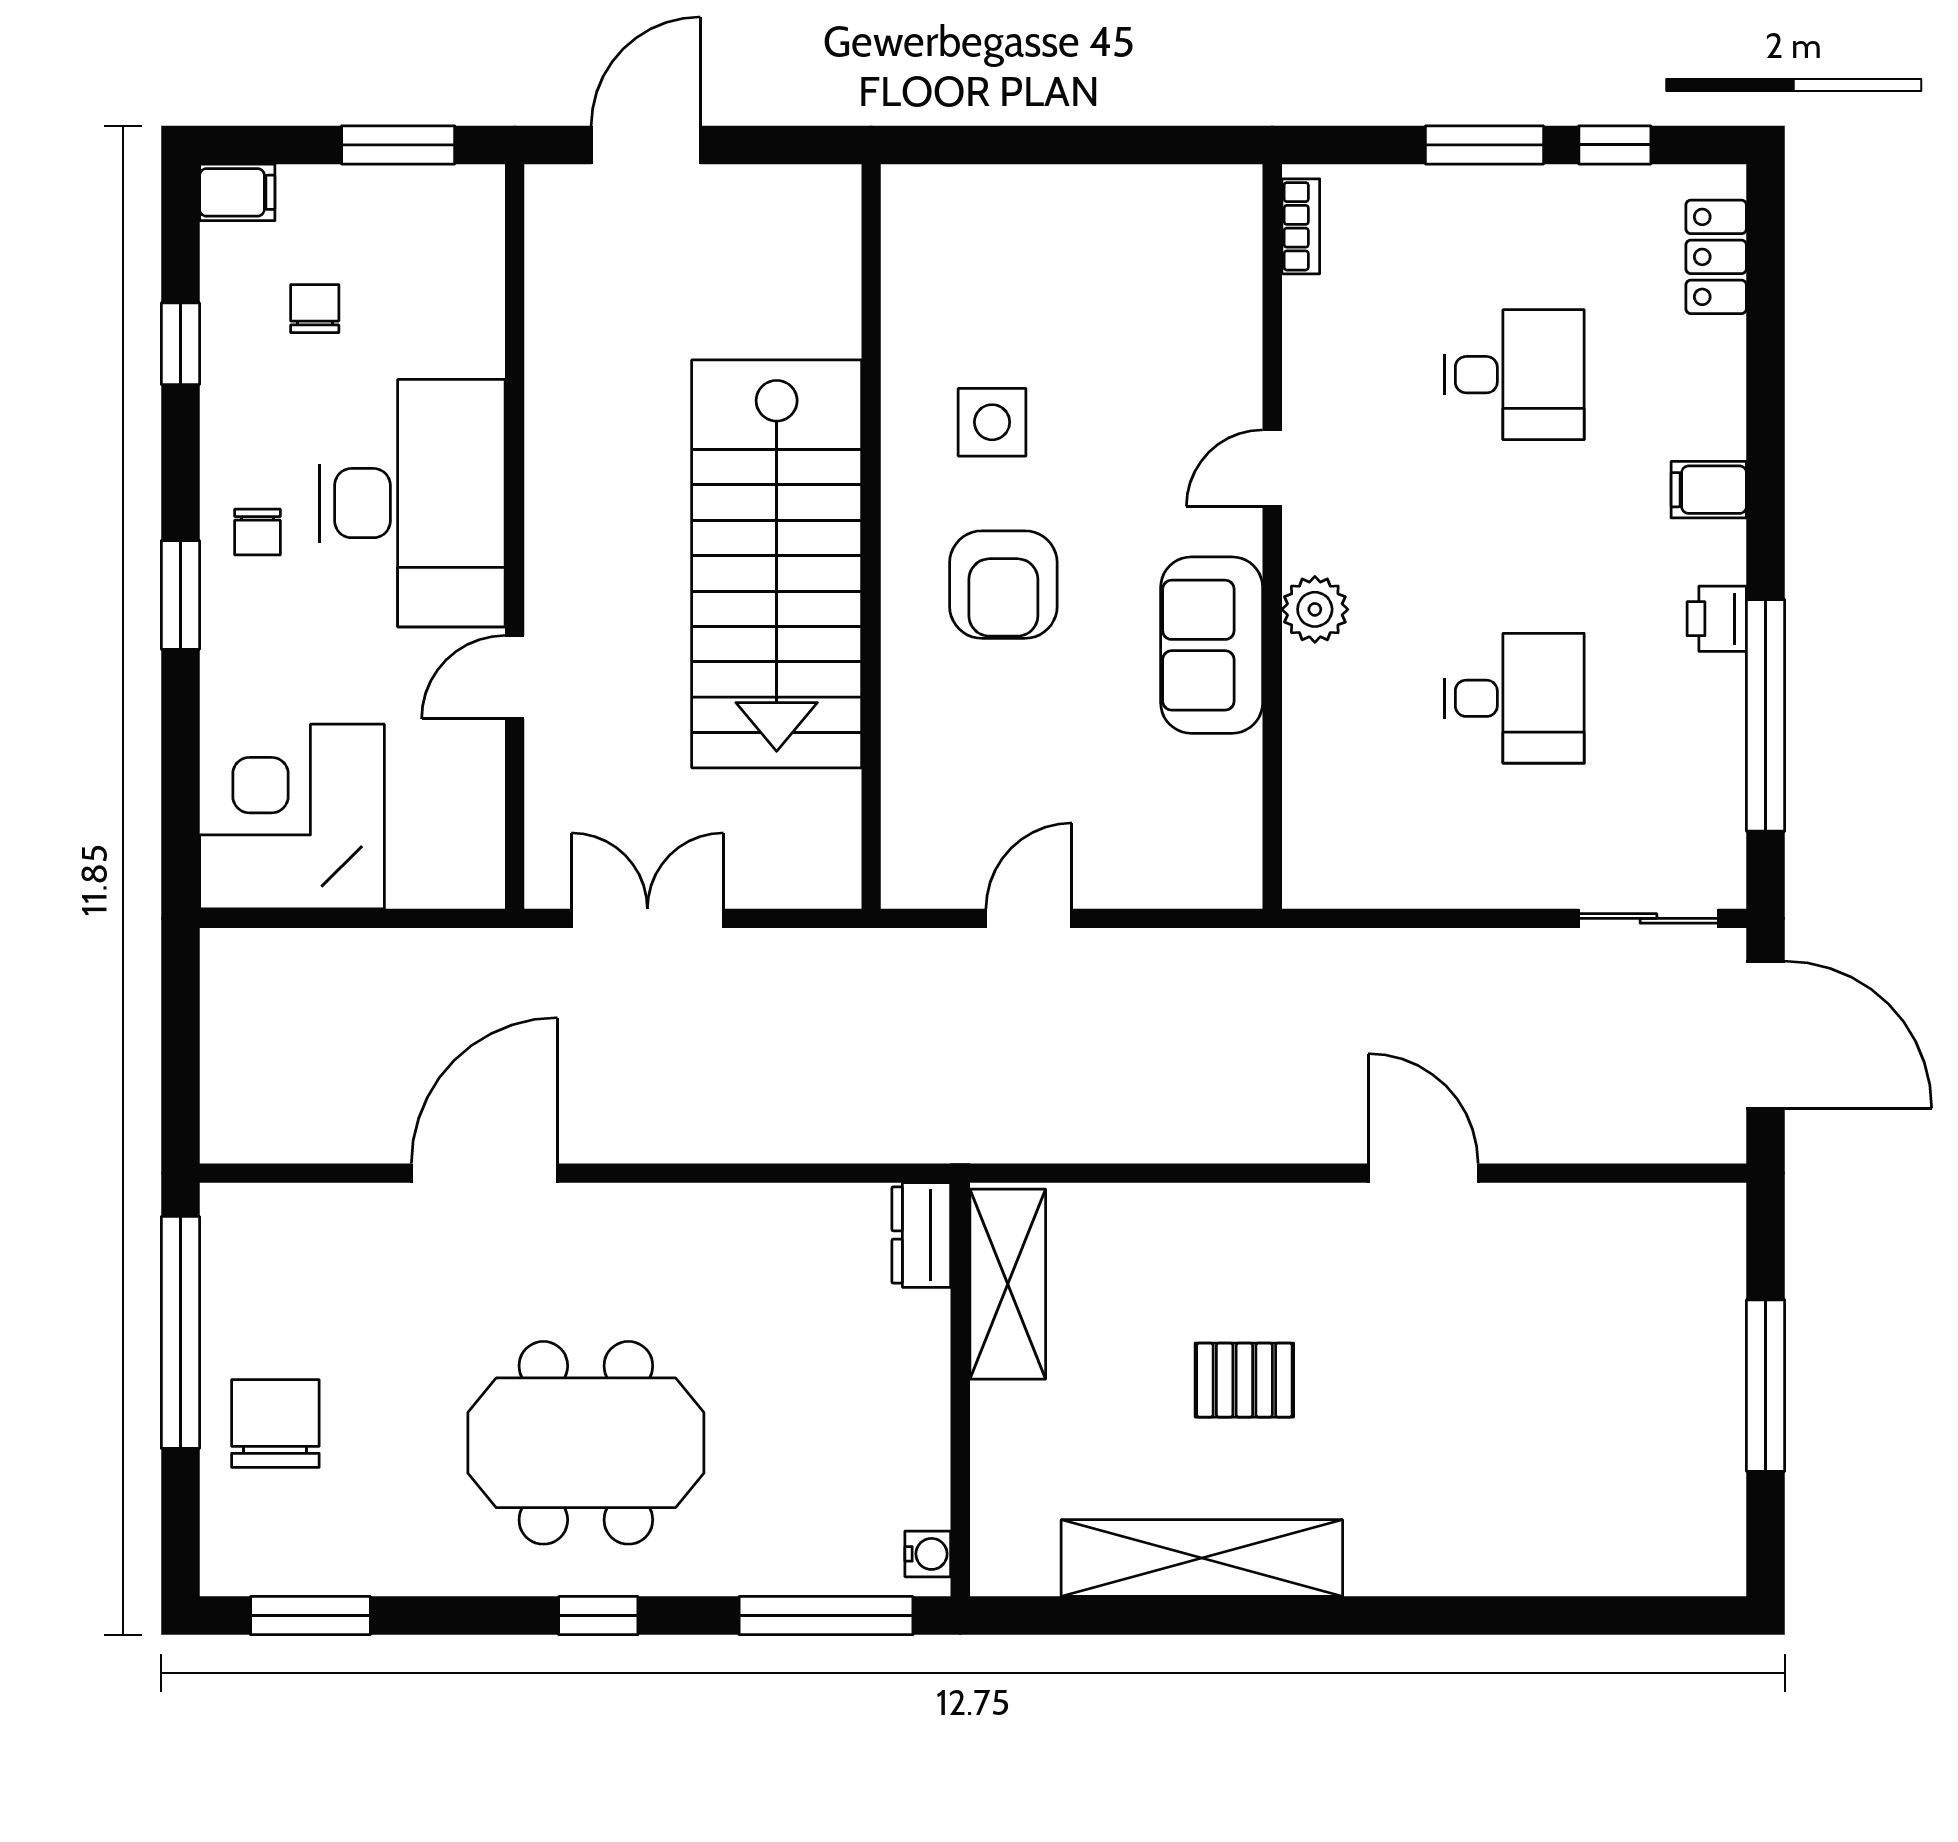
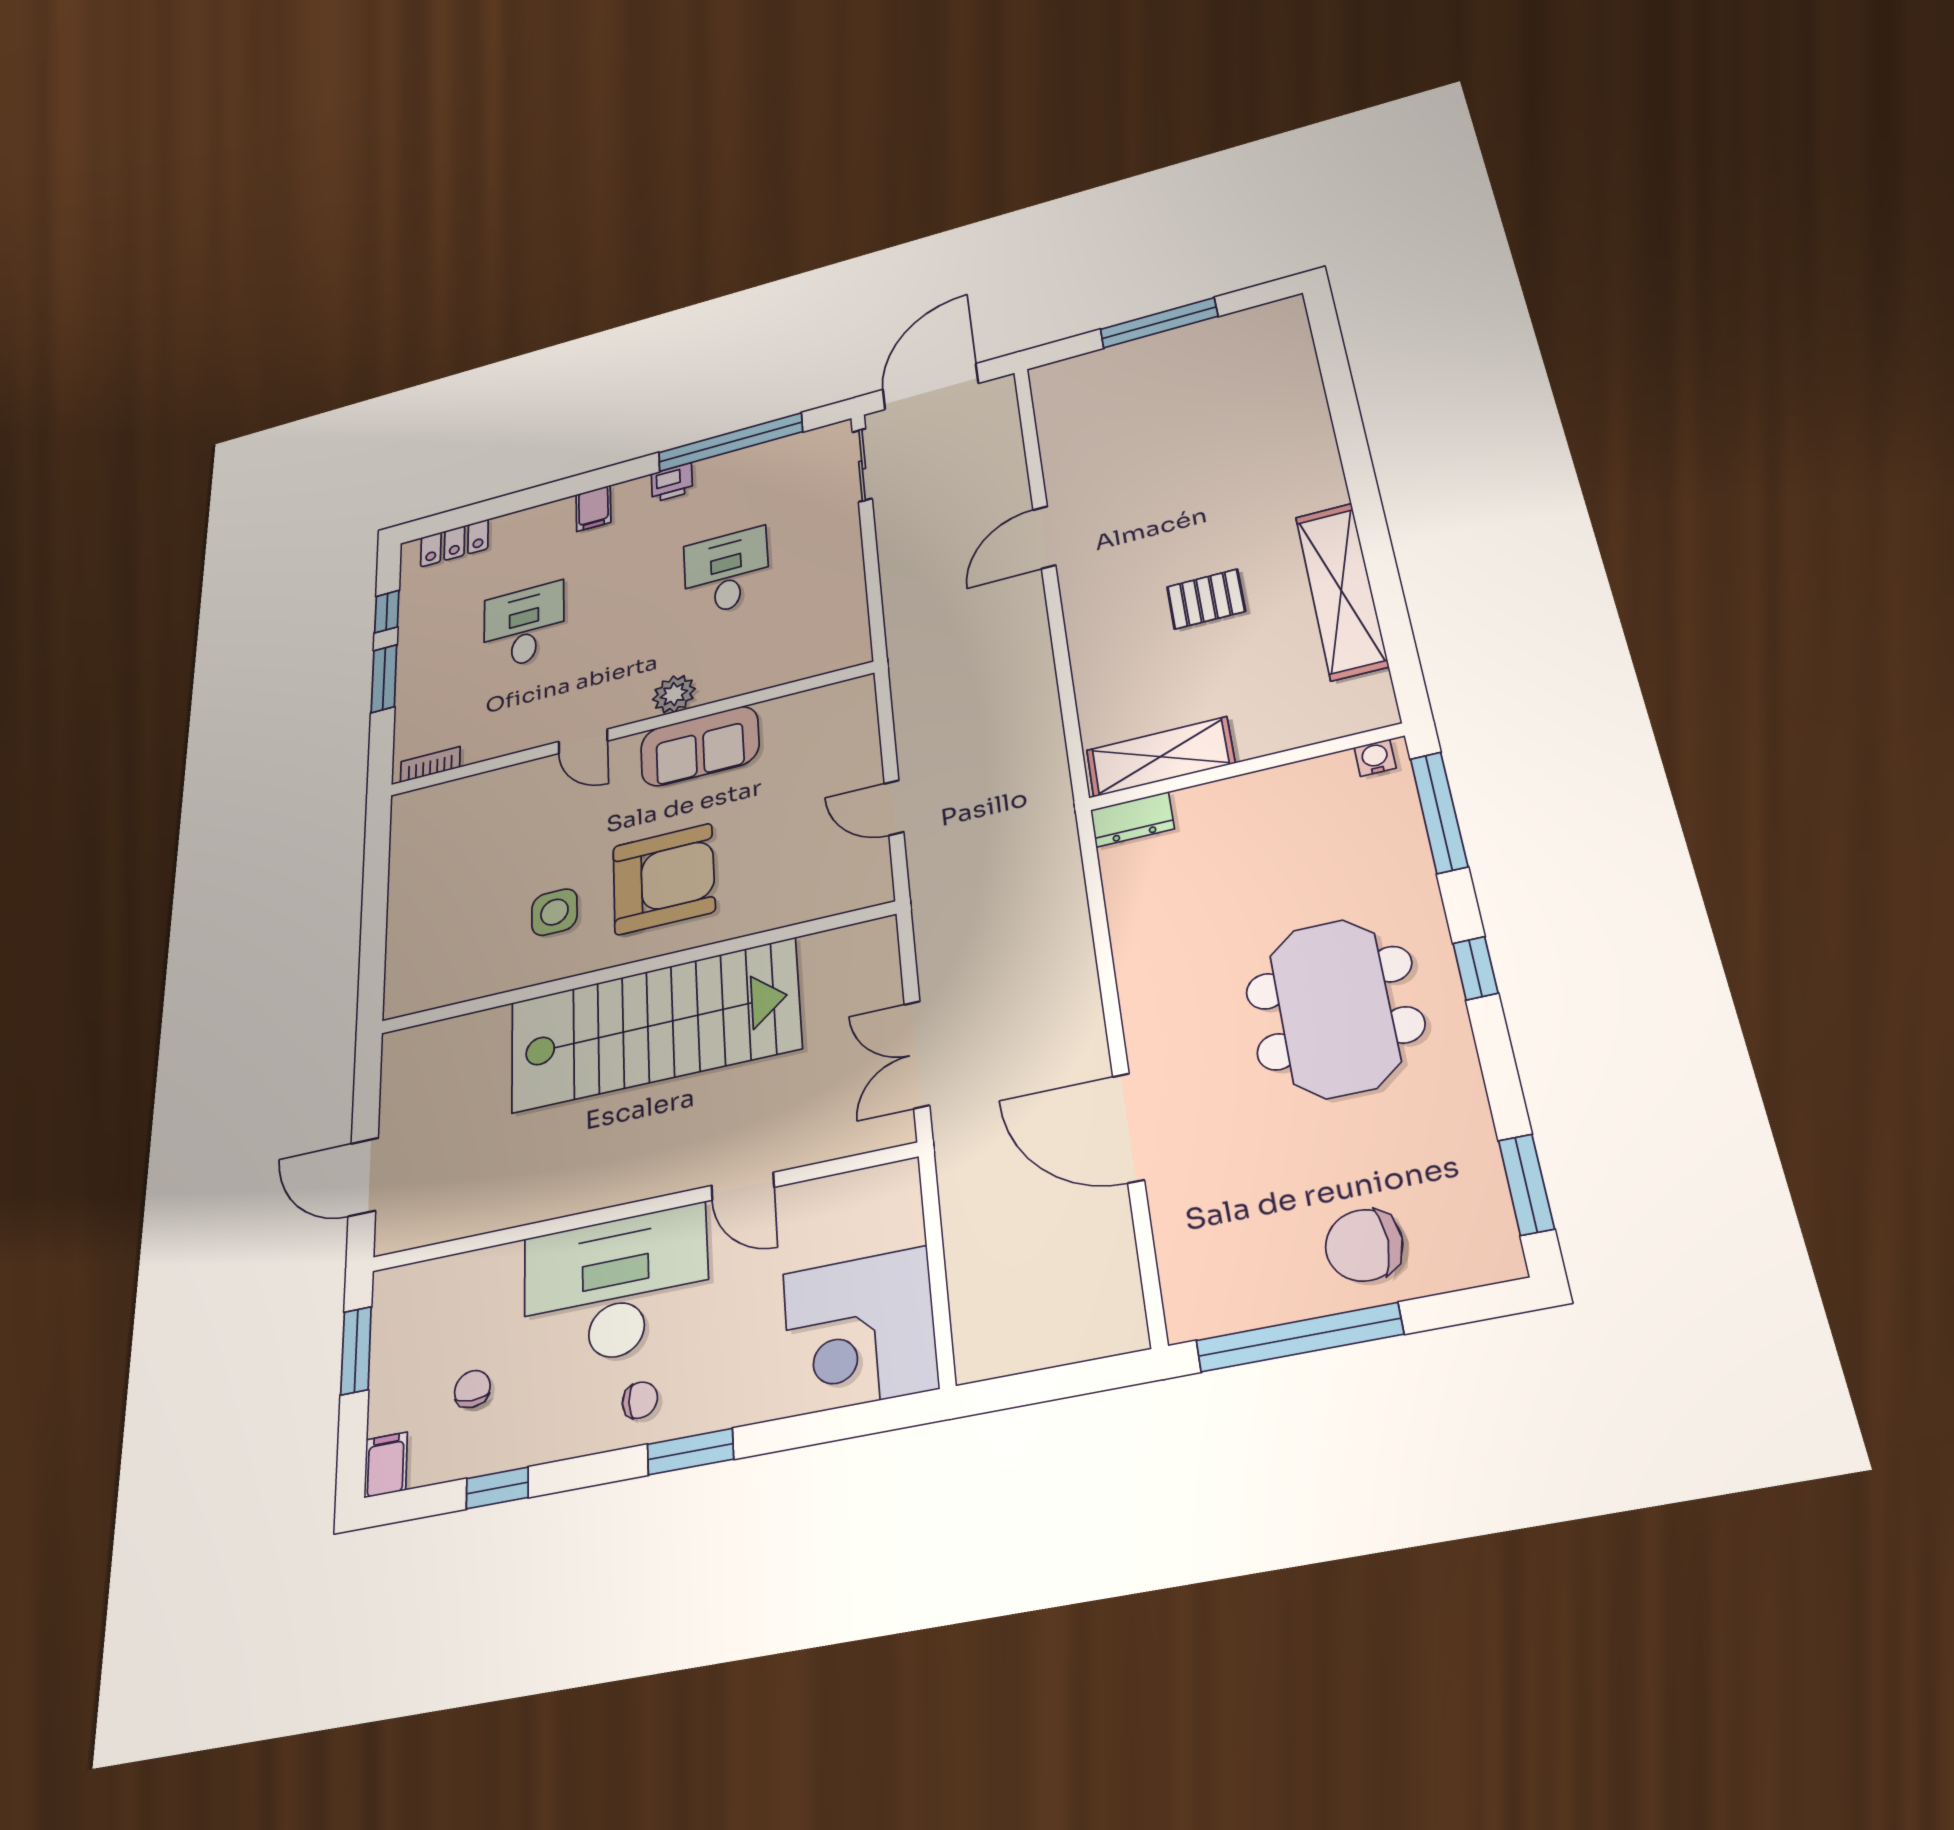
chair: (315, 309) -> (472, 1389), turned 90
armchair: (1003, 585) -> (664, 879), width x1.36, depth x1.36
pallet: (1244, 1380) -> (1206, 599), turned 90

